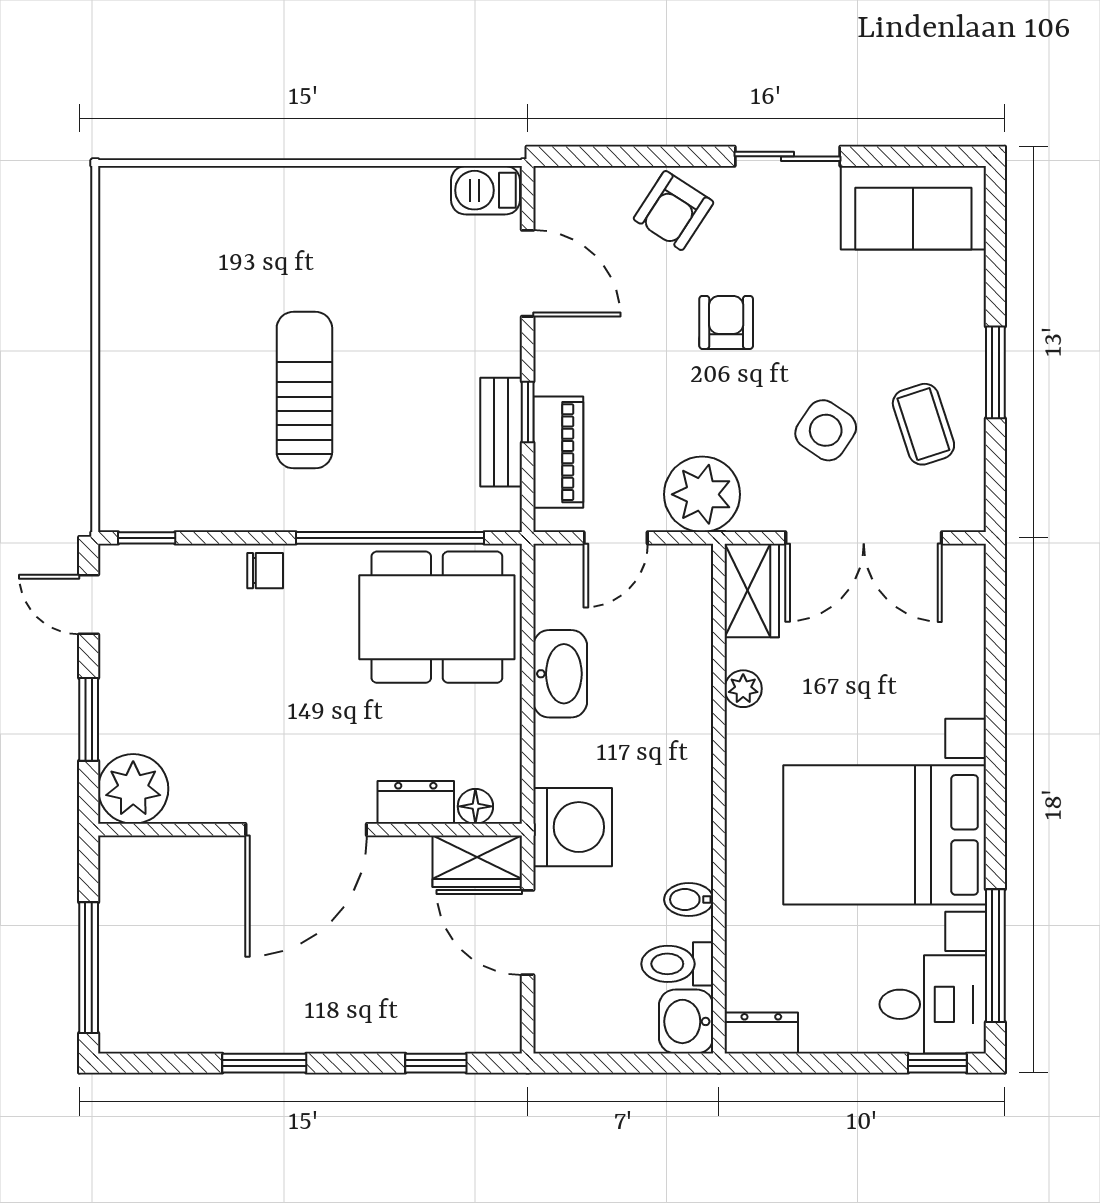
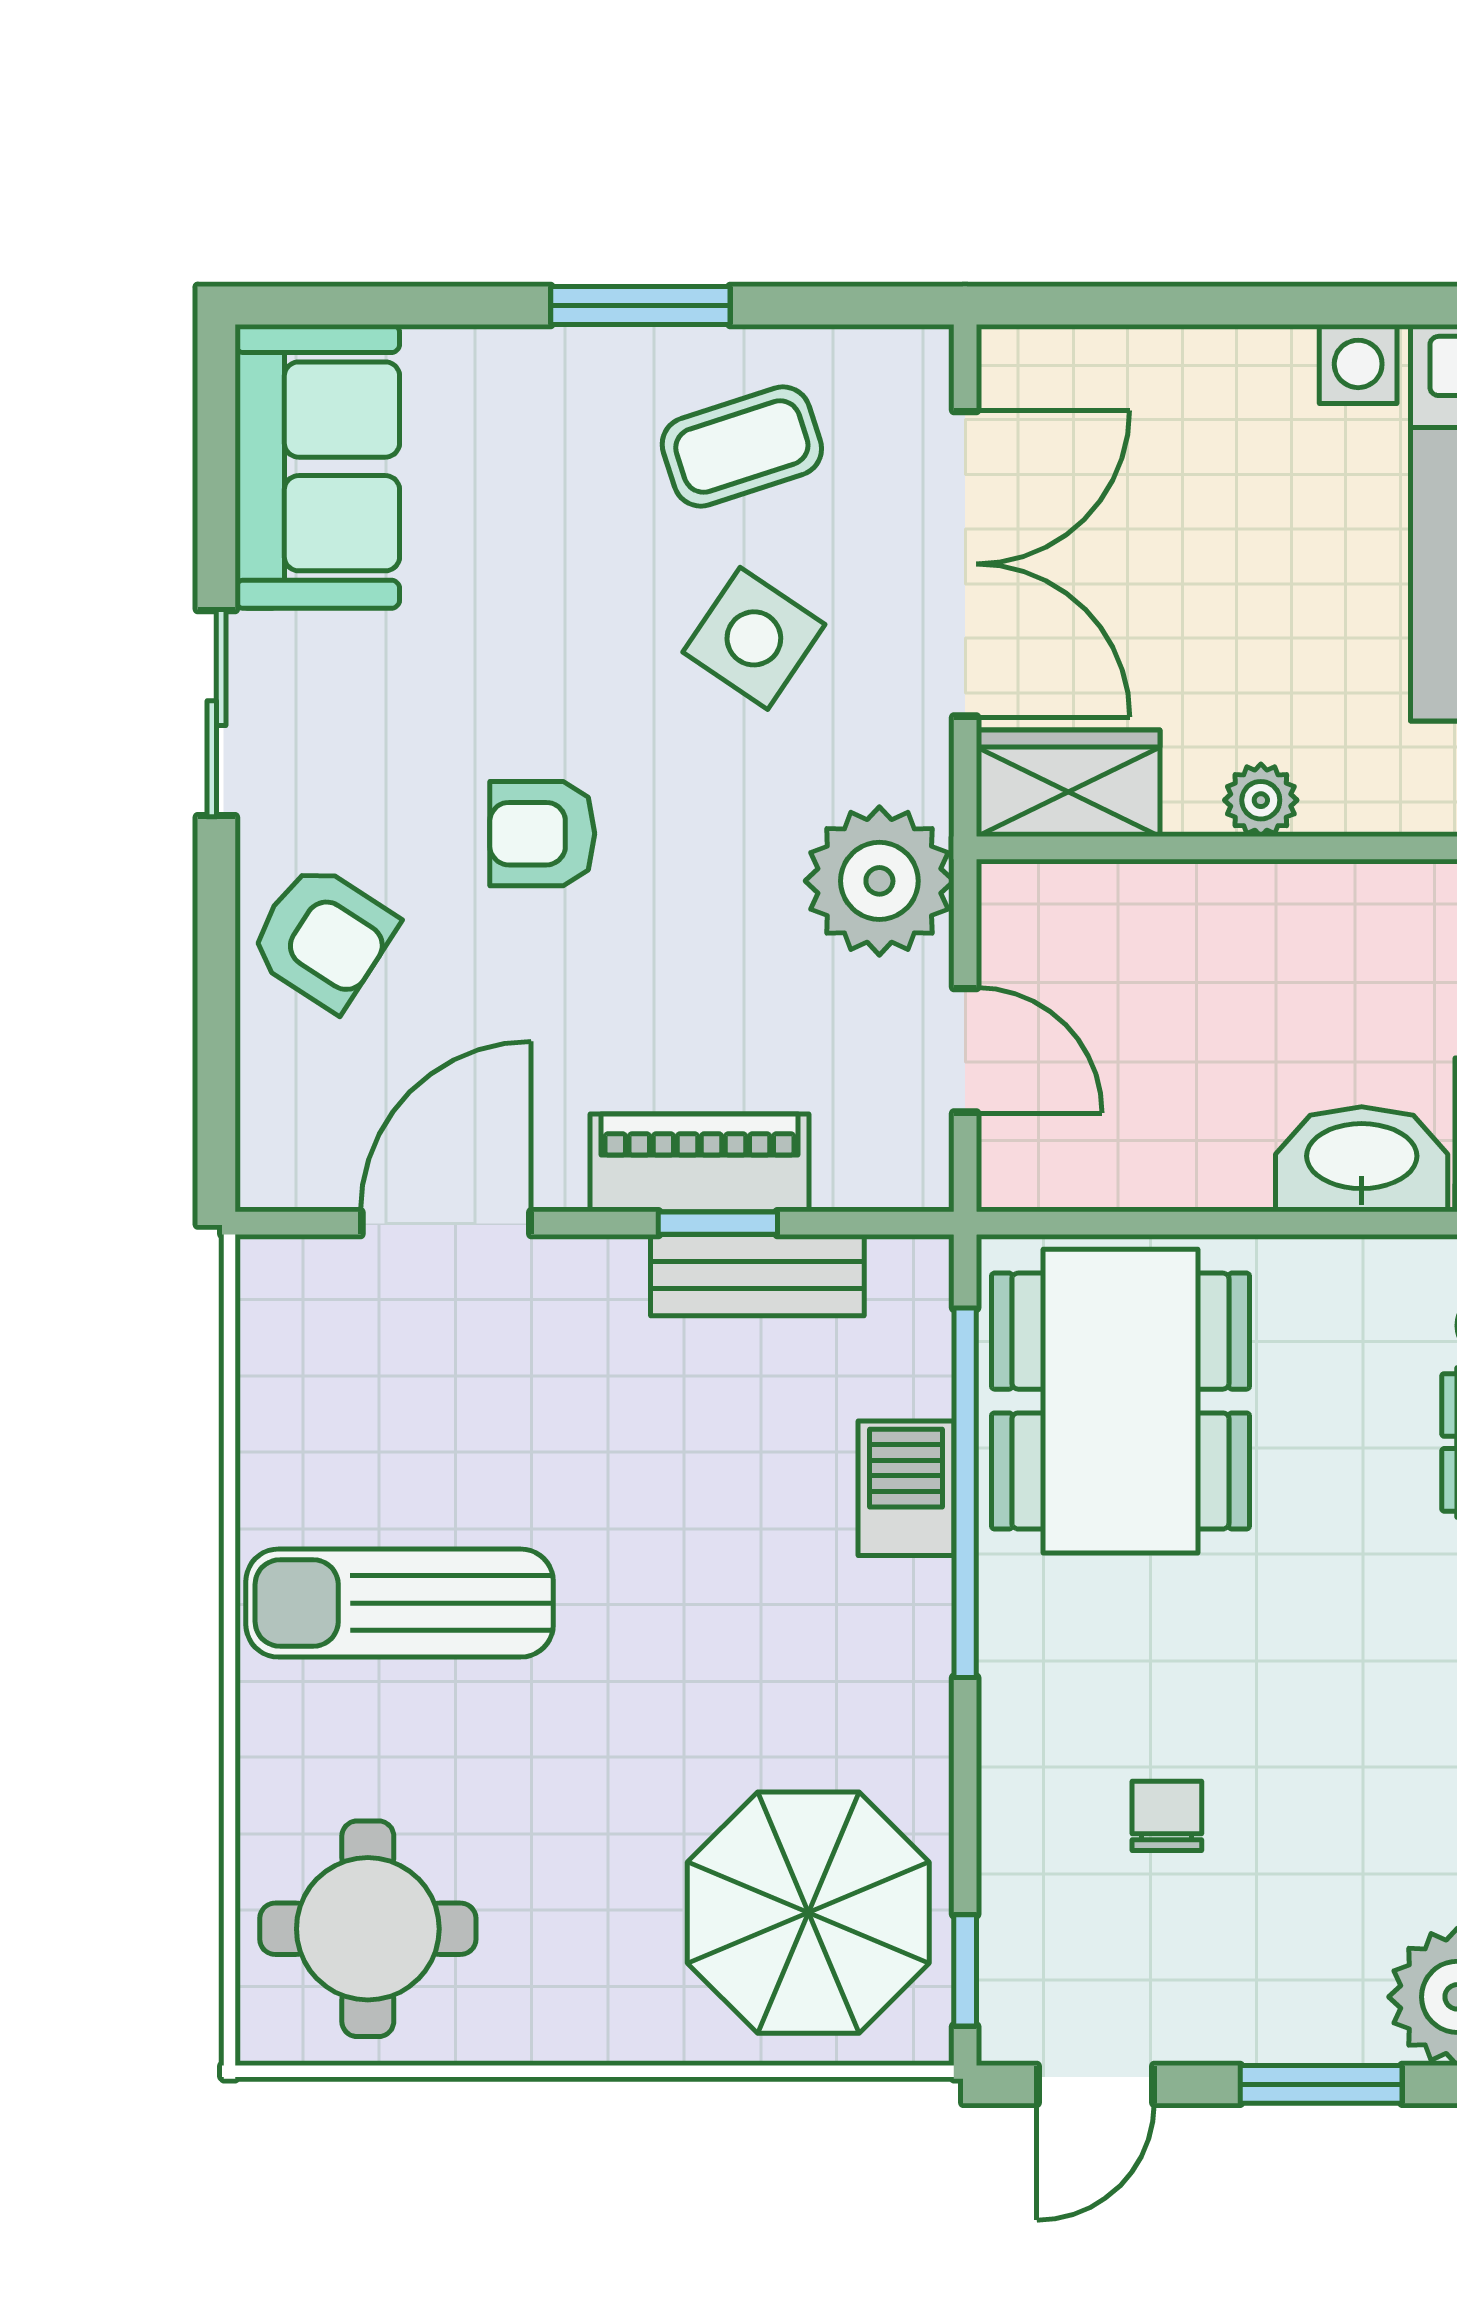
barbecue: (485, 190) -> (906, 1488), moved, turned 180
round table: (168, 233) -> (368, 1929), added
sun lounger: (304, 390) -> (400, 1603), moved
piano: (558, 452) -> (699, 1163), moved
parasol: (176, 458) -> (808, 1913), added
chair: (265, 571) -> (1167, 1816), moved
washbasin: (560, 674) -> (1362, 1159), moved

